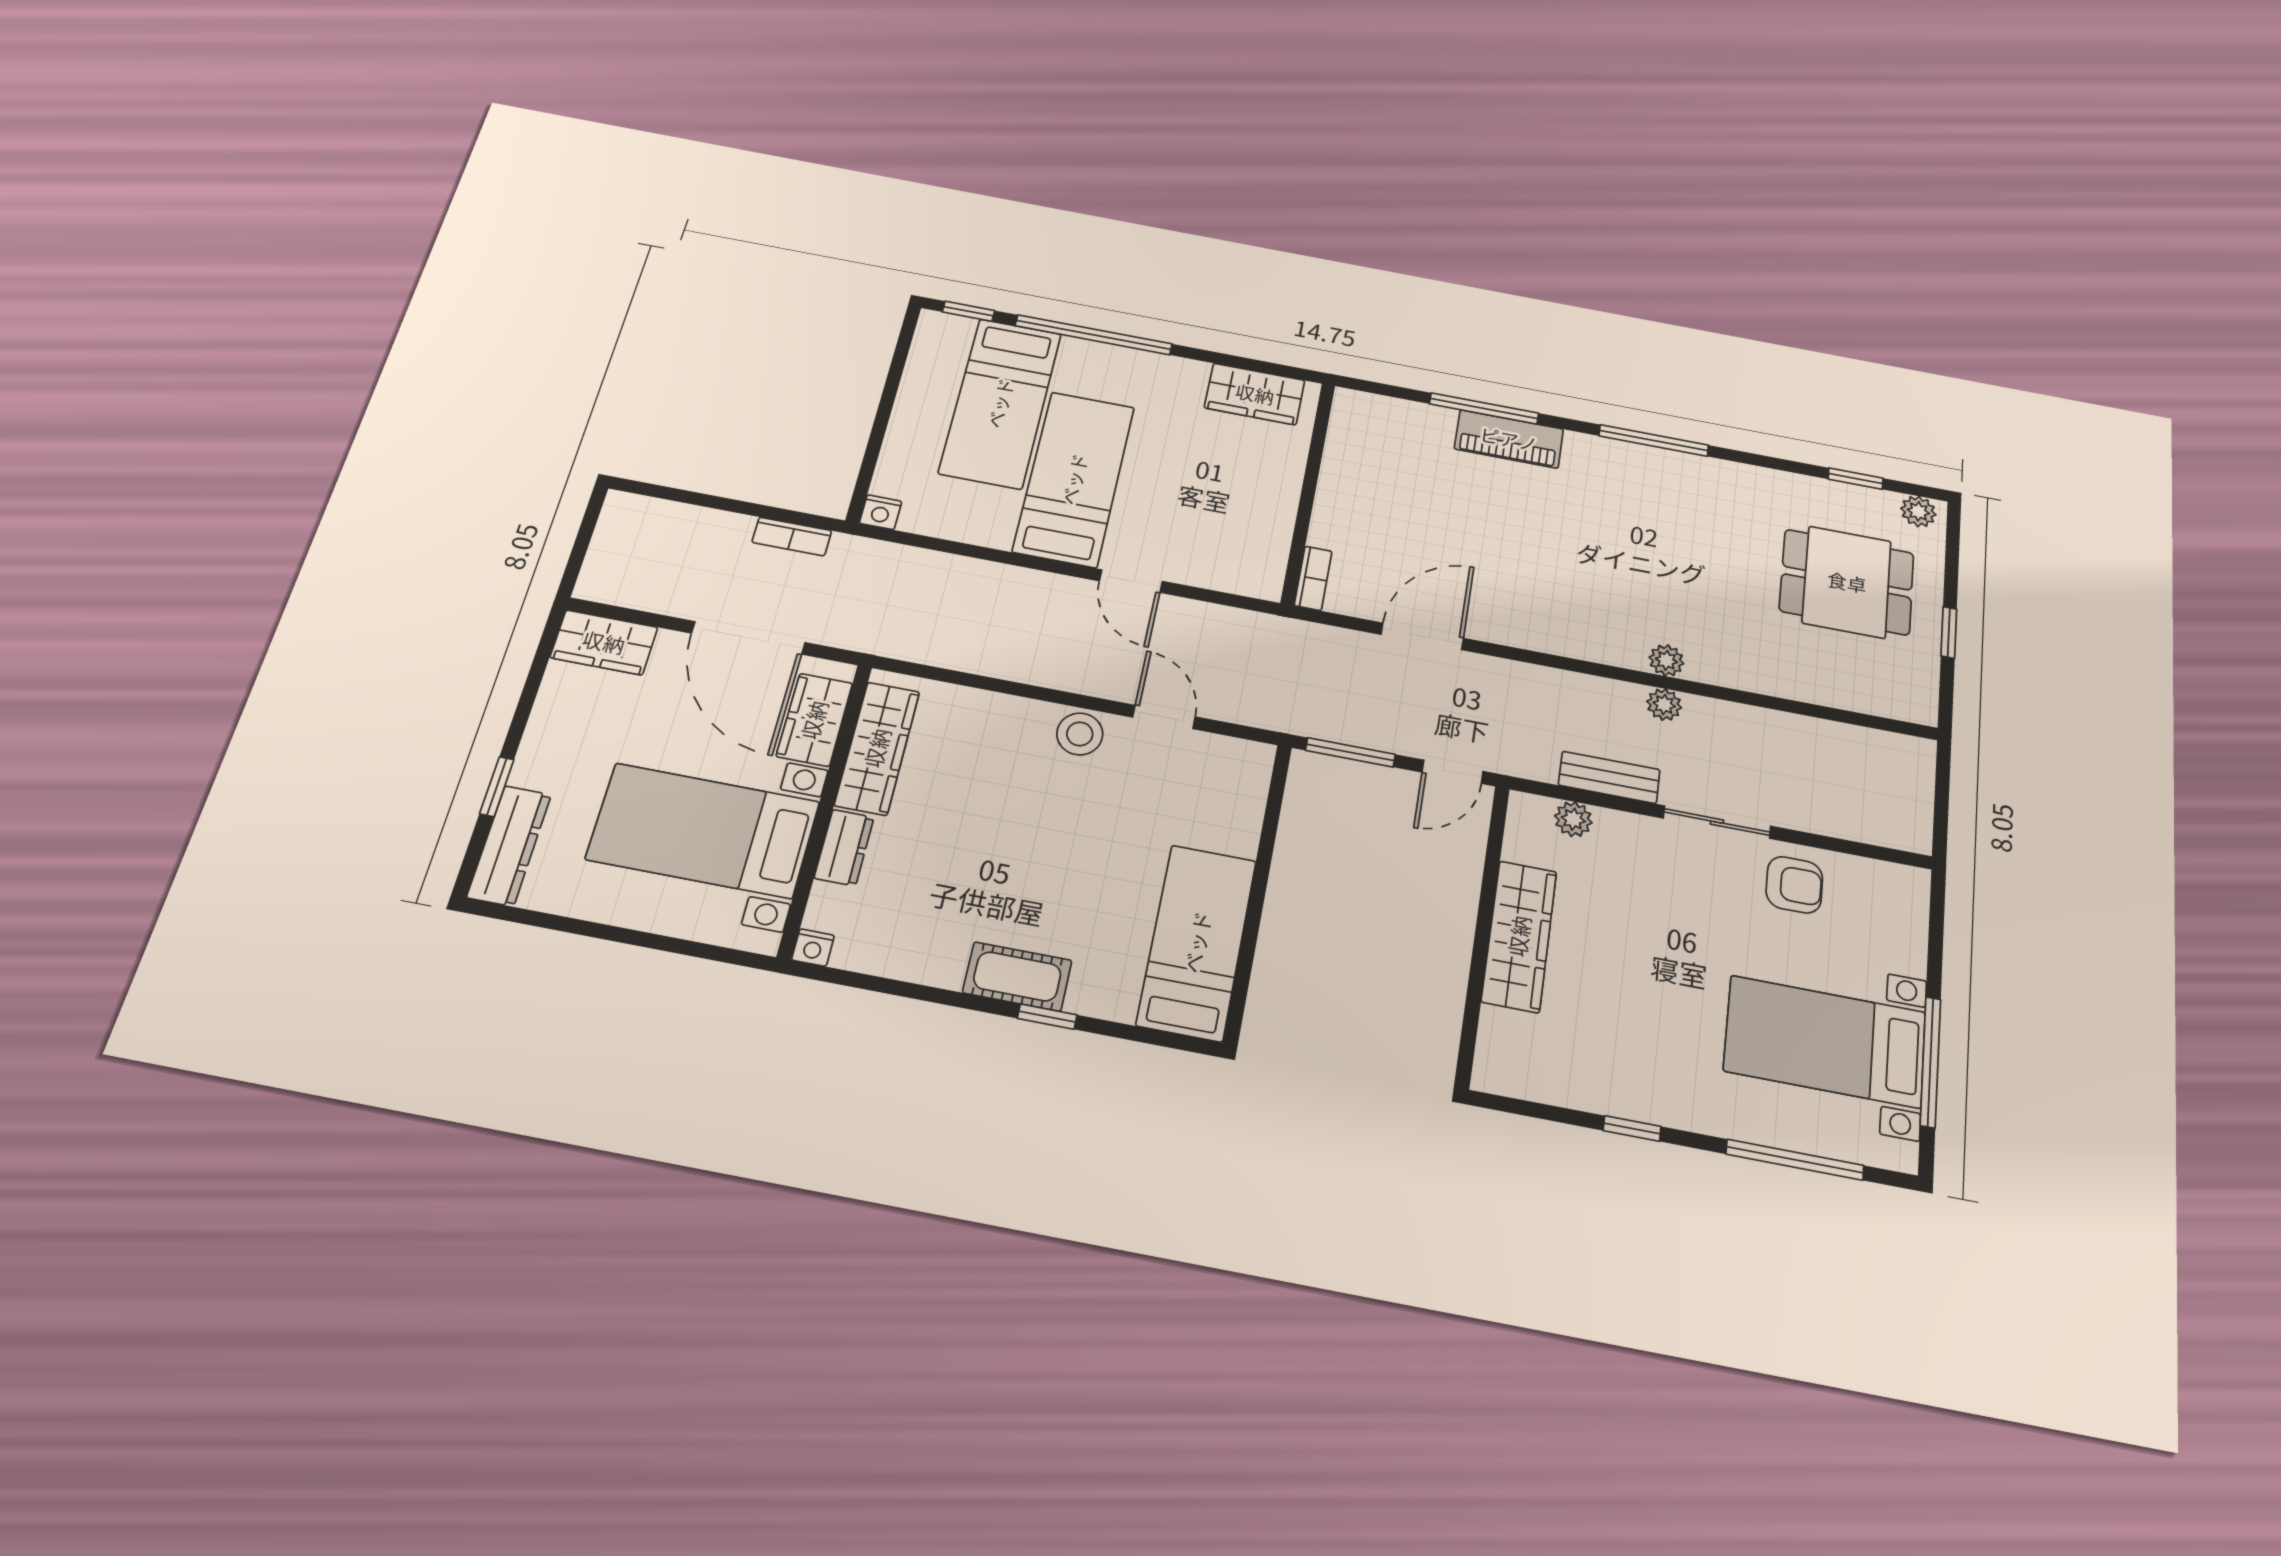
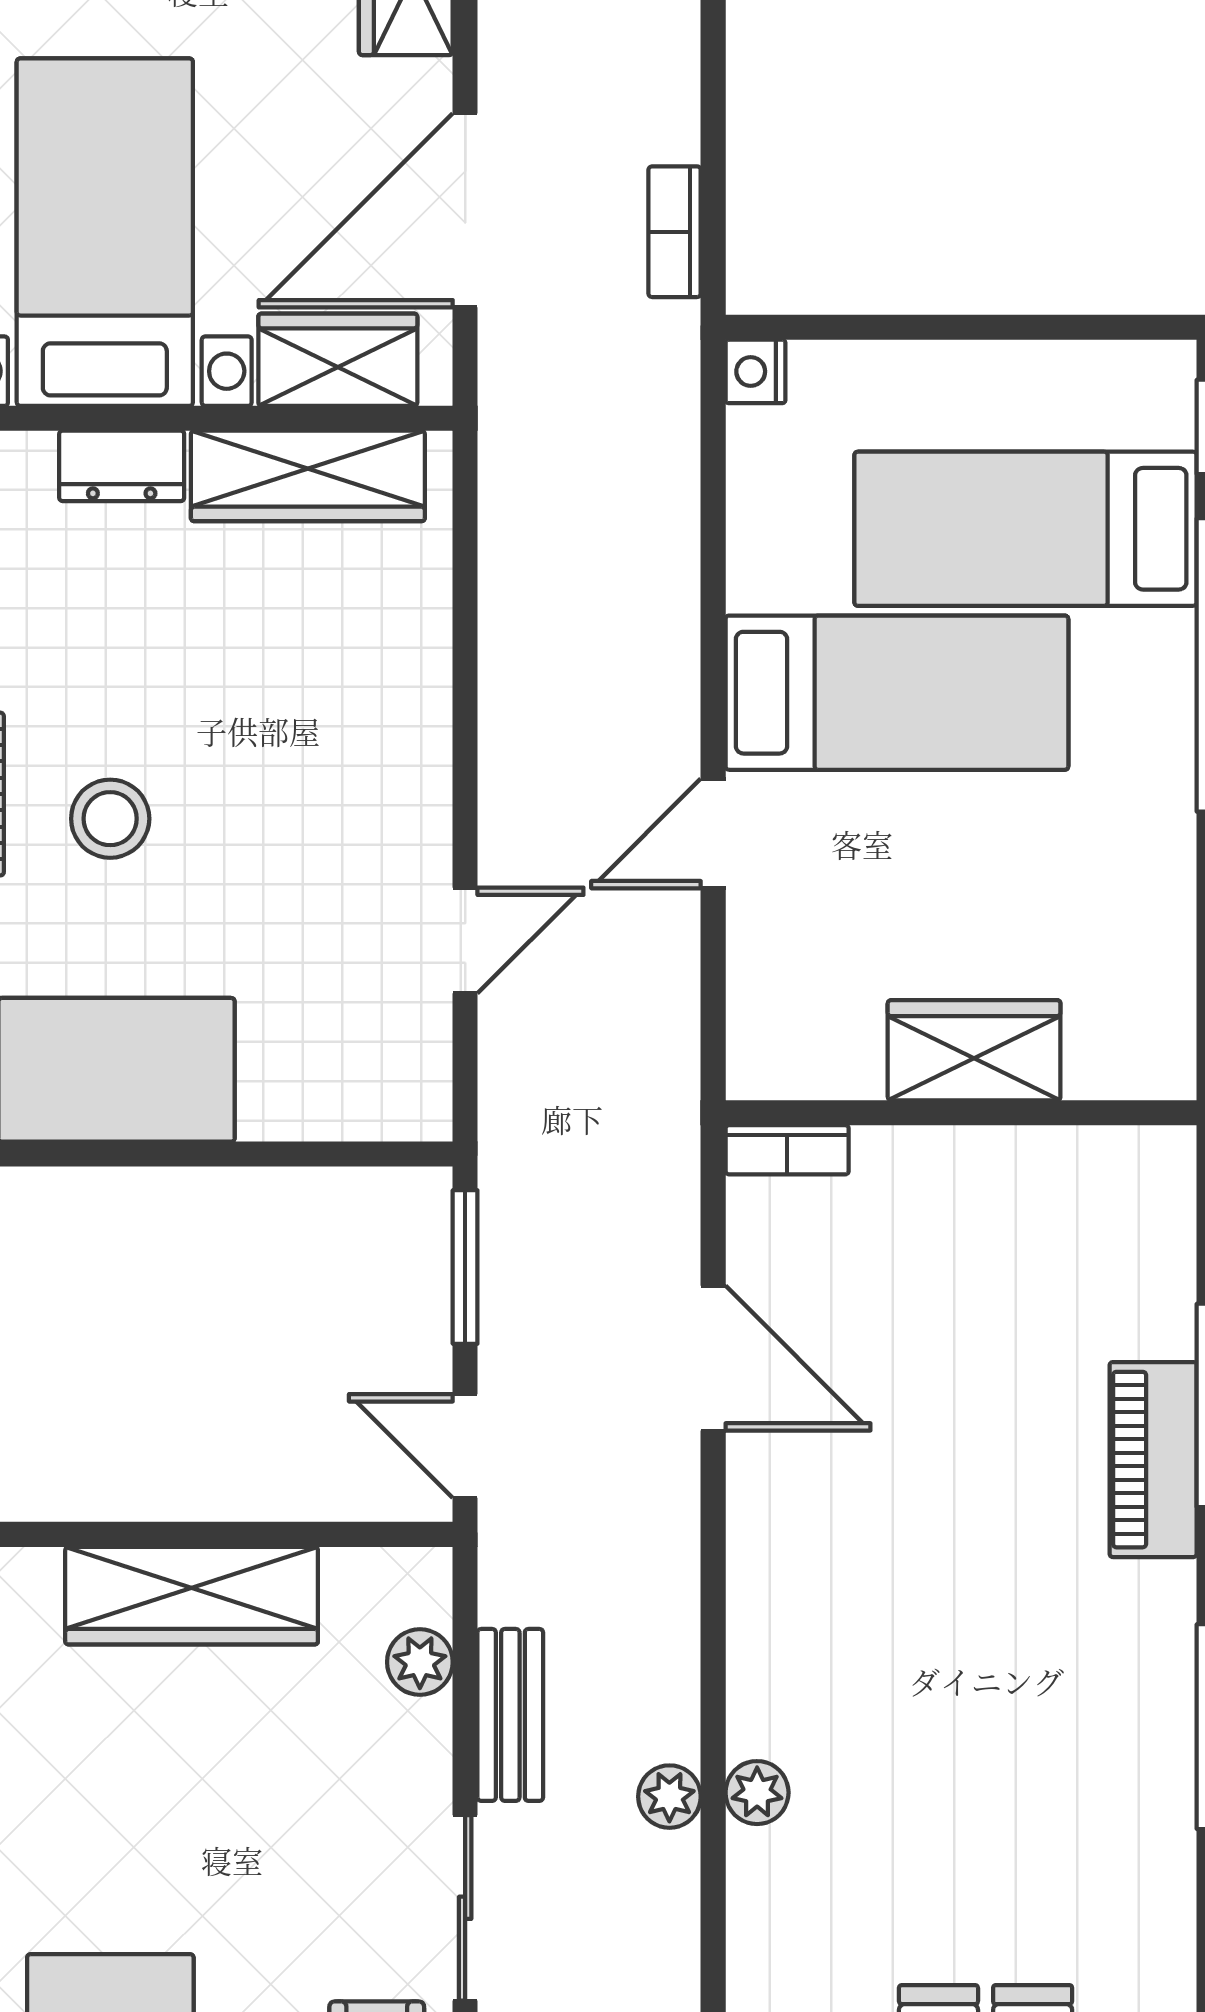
wardrobe: (1255, 394) -> (974, 1050), moved, turned 90
stool: (1080, 734) -> (110, 819), moved

